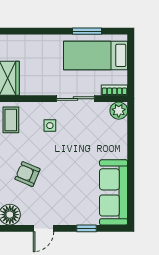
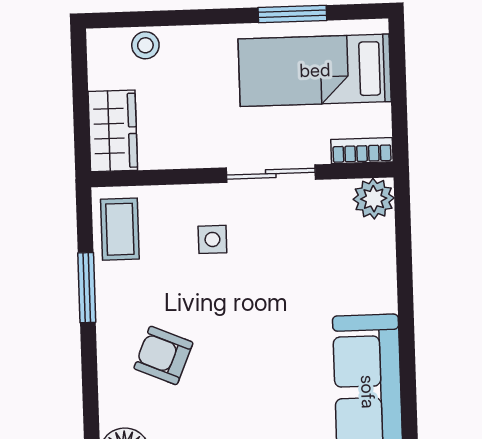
stool: (24, 42) -> (145, 45), added

